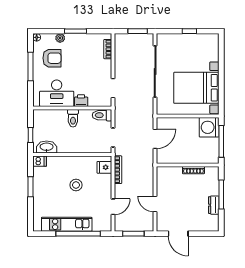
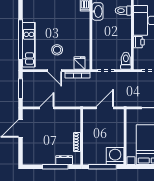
toilet: (73, 118) -> (123, 11), moved
door: (155, 139) -> (105, 108), swing flipped
stool: (76, 185) -> (57, 50), moved
dresser: (214, 205) -> (64, 160), moved
door: (113, 207) -> (55, 71), moved
kitchen unit: (67, 224) -> (29, 45), moved

